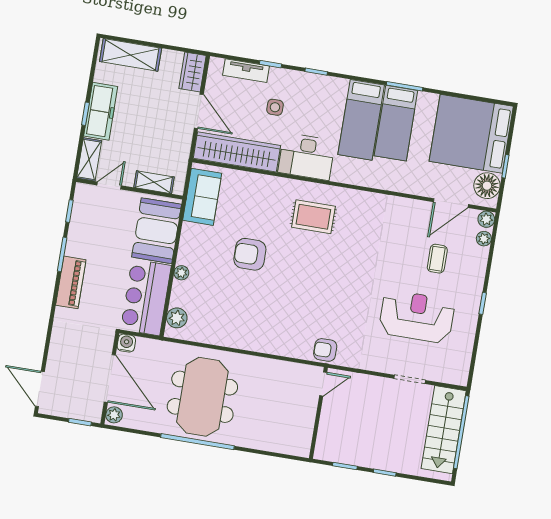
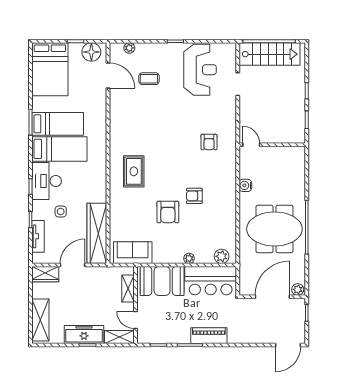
bed: (471, 134) -> (50, 69), width x0.73
desk: (307, 157) -> (47, 181), moved, turned 180
plant: (486, 219) -> (115, 49), removed
armchair: (266, 294) -> (194, 196), added
reception desk: (417, 317) -> (200, 70), moved, turned 180
water cooler: (126, 343) -> (245, 185), moved
armchair: (325, 350) -> (209, 142), moved

